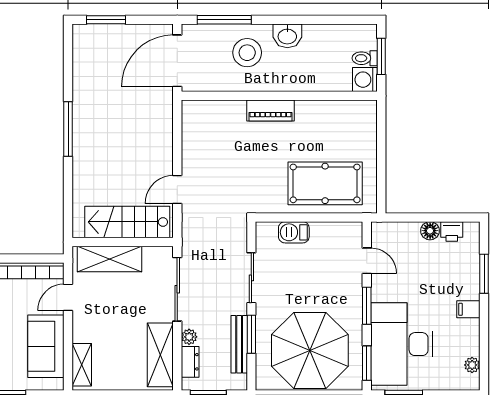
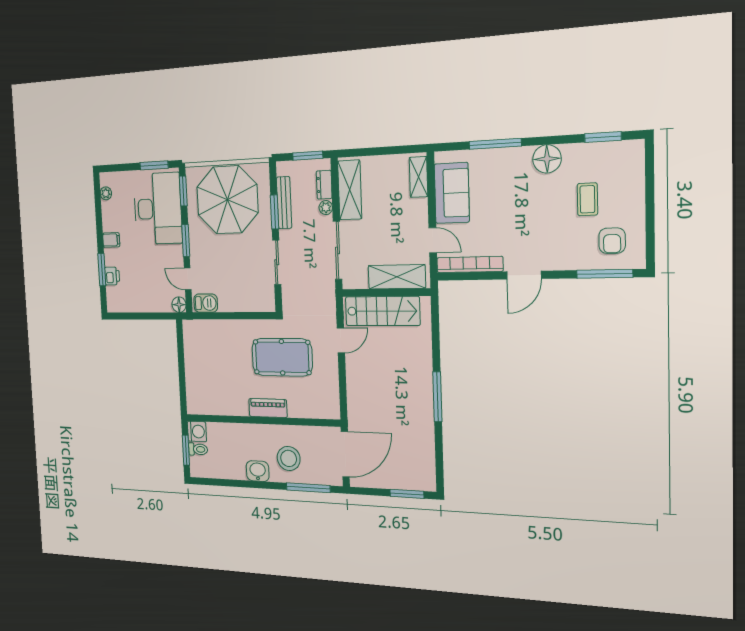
pool table: (325, 183) -> (282, 357), moved
floor lamp: (430, 231) -> (179, 305), moved
printer: (452, 231) -> (112, 276), moved, turned 90
barbecue: (294, 232) -> (206, 303), moved
door: (68, 297) -> (433, 240), hinge flipped

